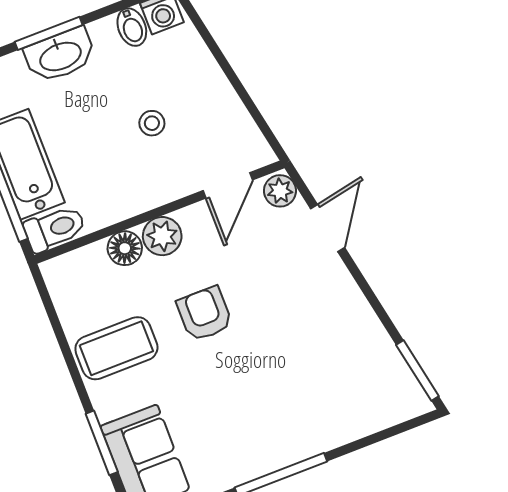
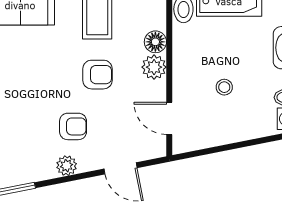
plant: (280, 191) -> (67, 166), moved
armchair: (293, 320) -> (73, 126), added

